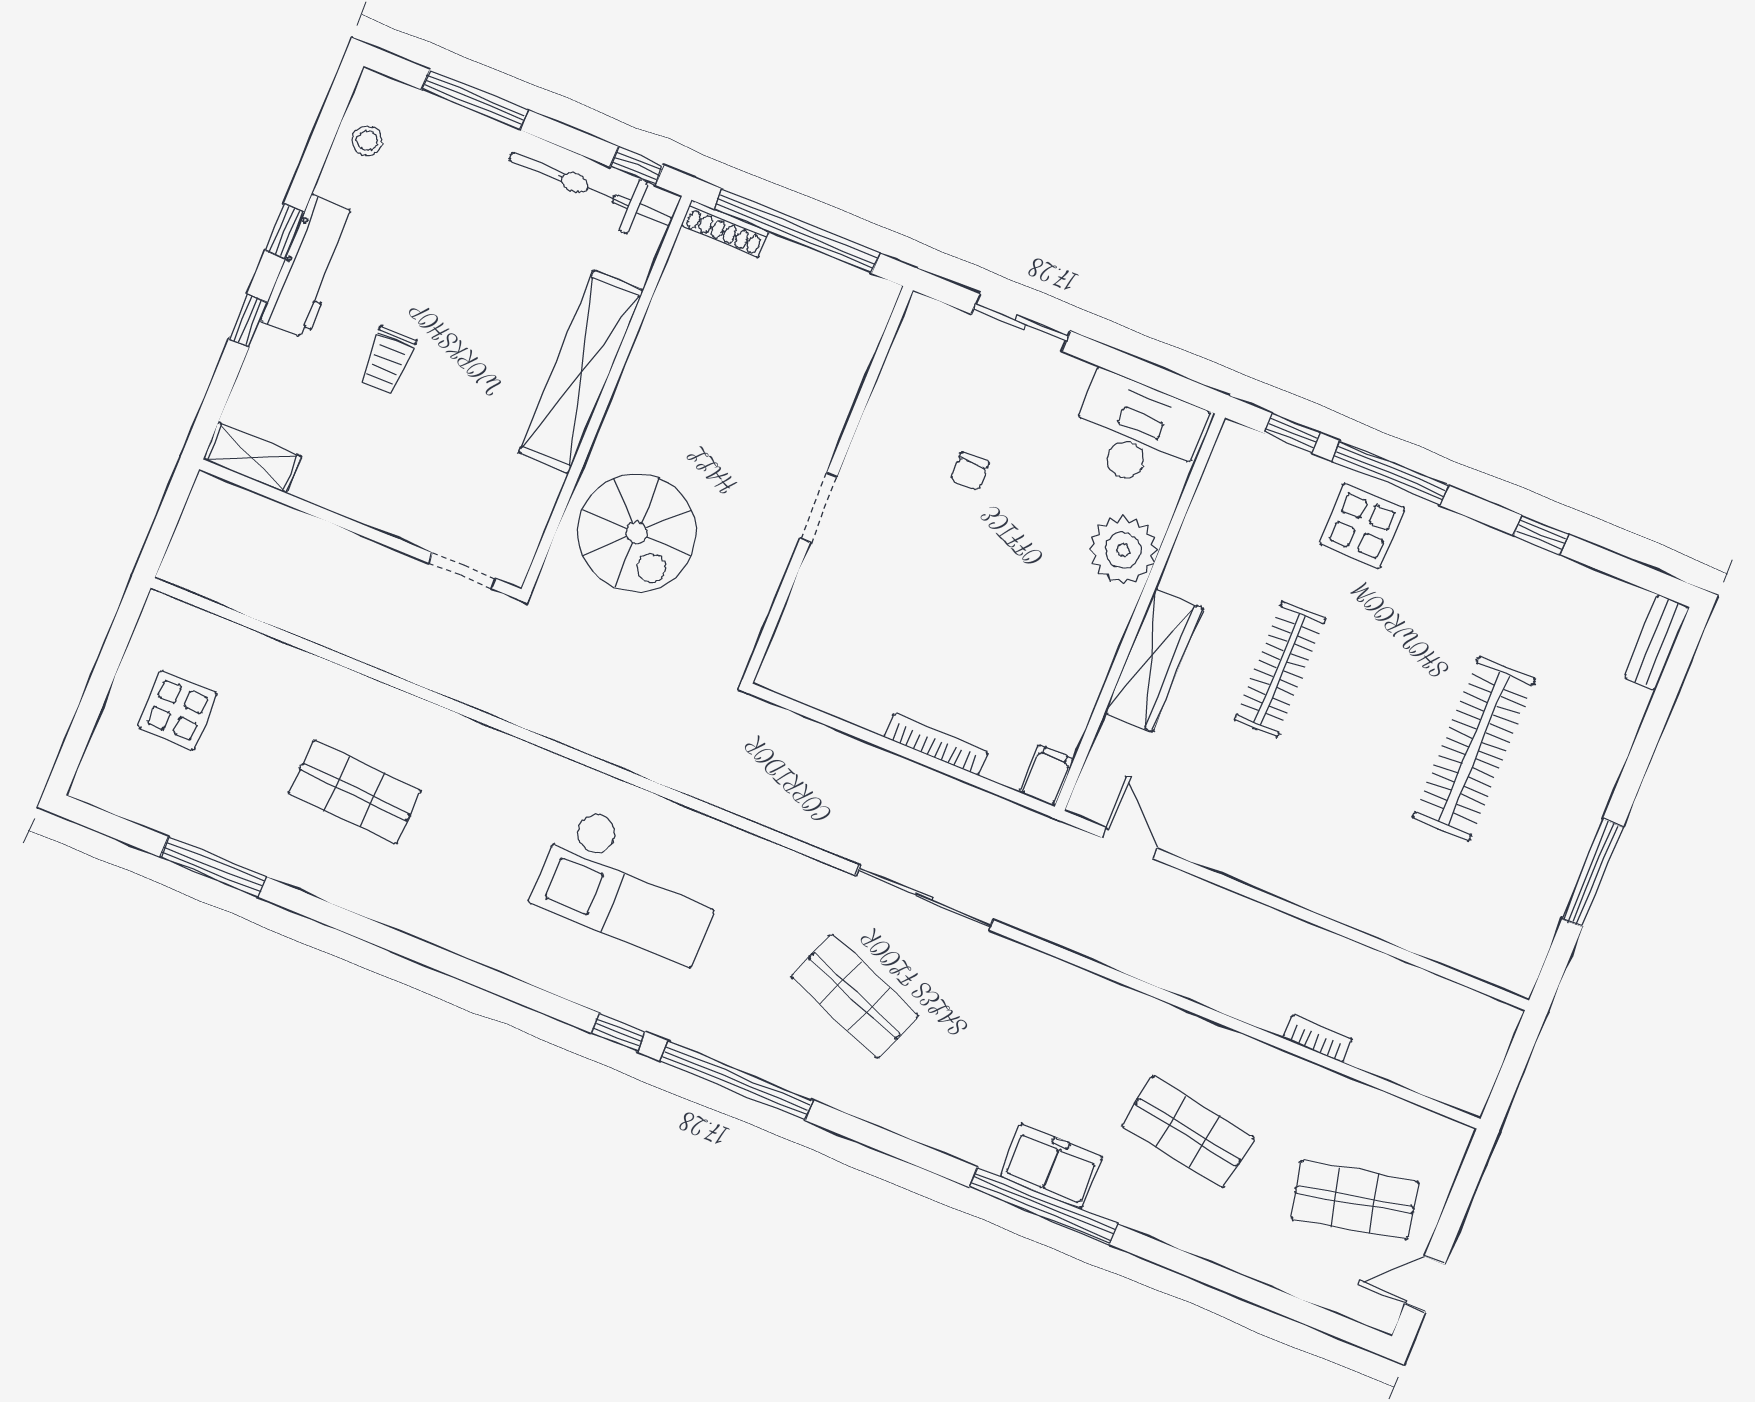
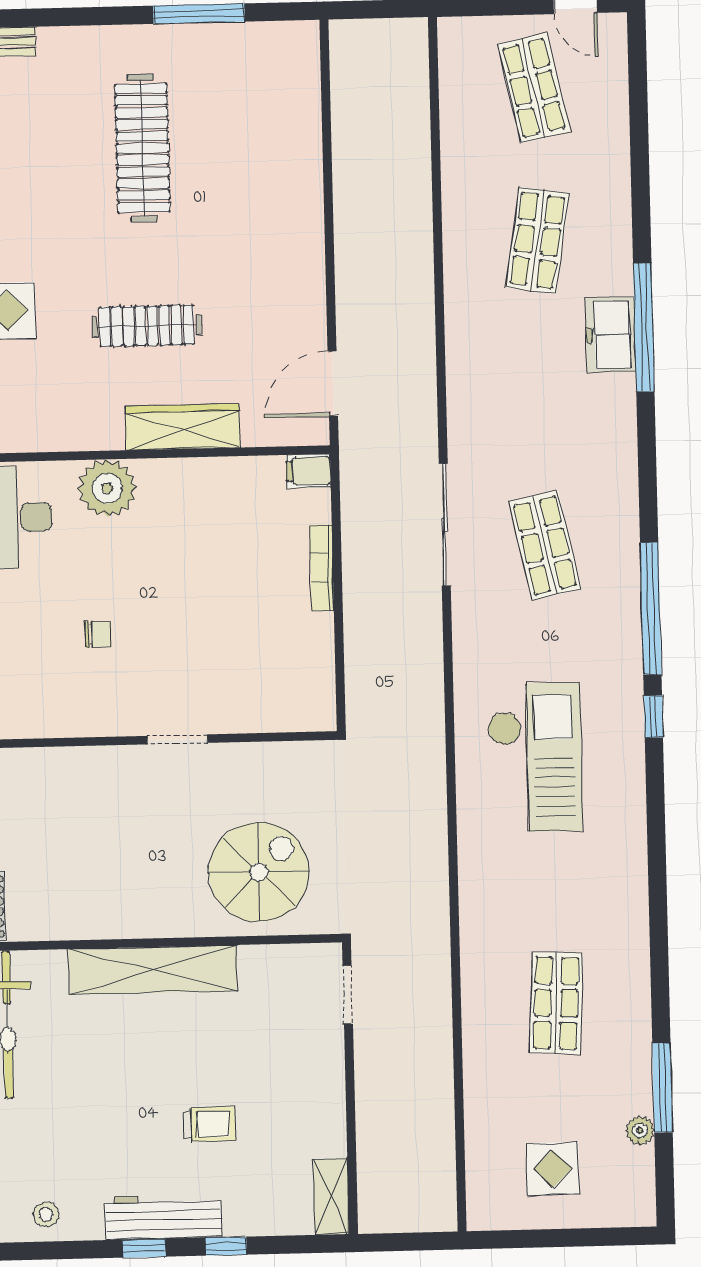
clothes rail: (1474, 749) -> (142, 148), turned 90
plant: (178, 823) -> (640, 1130), added
door: (1130, 843) -> (333, 384), width x1.38
shop shelf: (855, 996) -> (545, 545), turned -33
bookcase: (1317, 1038) -> (421, 171), removed

